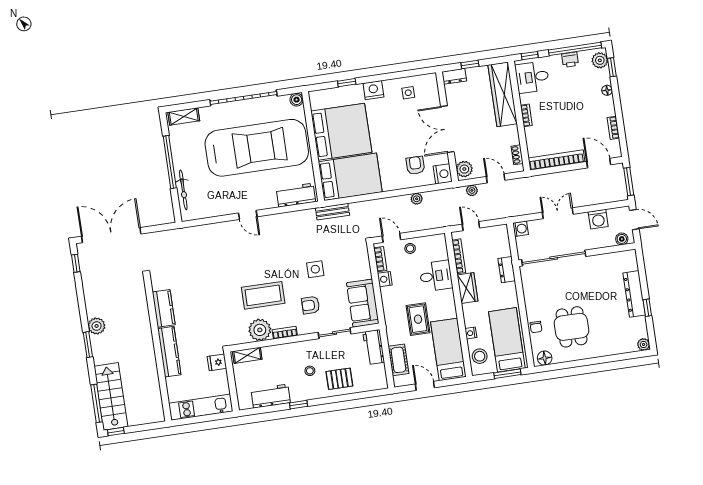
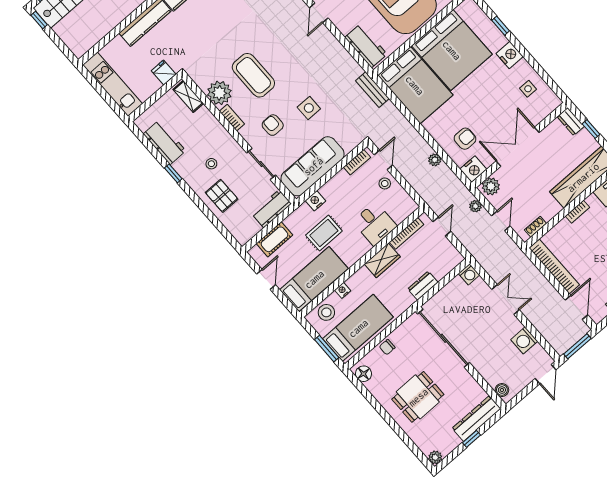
boiler: (622, 239) -> (502, 390), moved
wall: (577, 255) -> (461, 358), moved
sliding door: (554, 258) -> (444, 338), moved
nightstand: (385, 279) -> (315, 201), moved
sofa: (363, 303) -> (313, 166), width x1.36
dining table: (572, 327) -> (418, 397), moved

